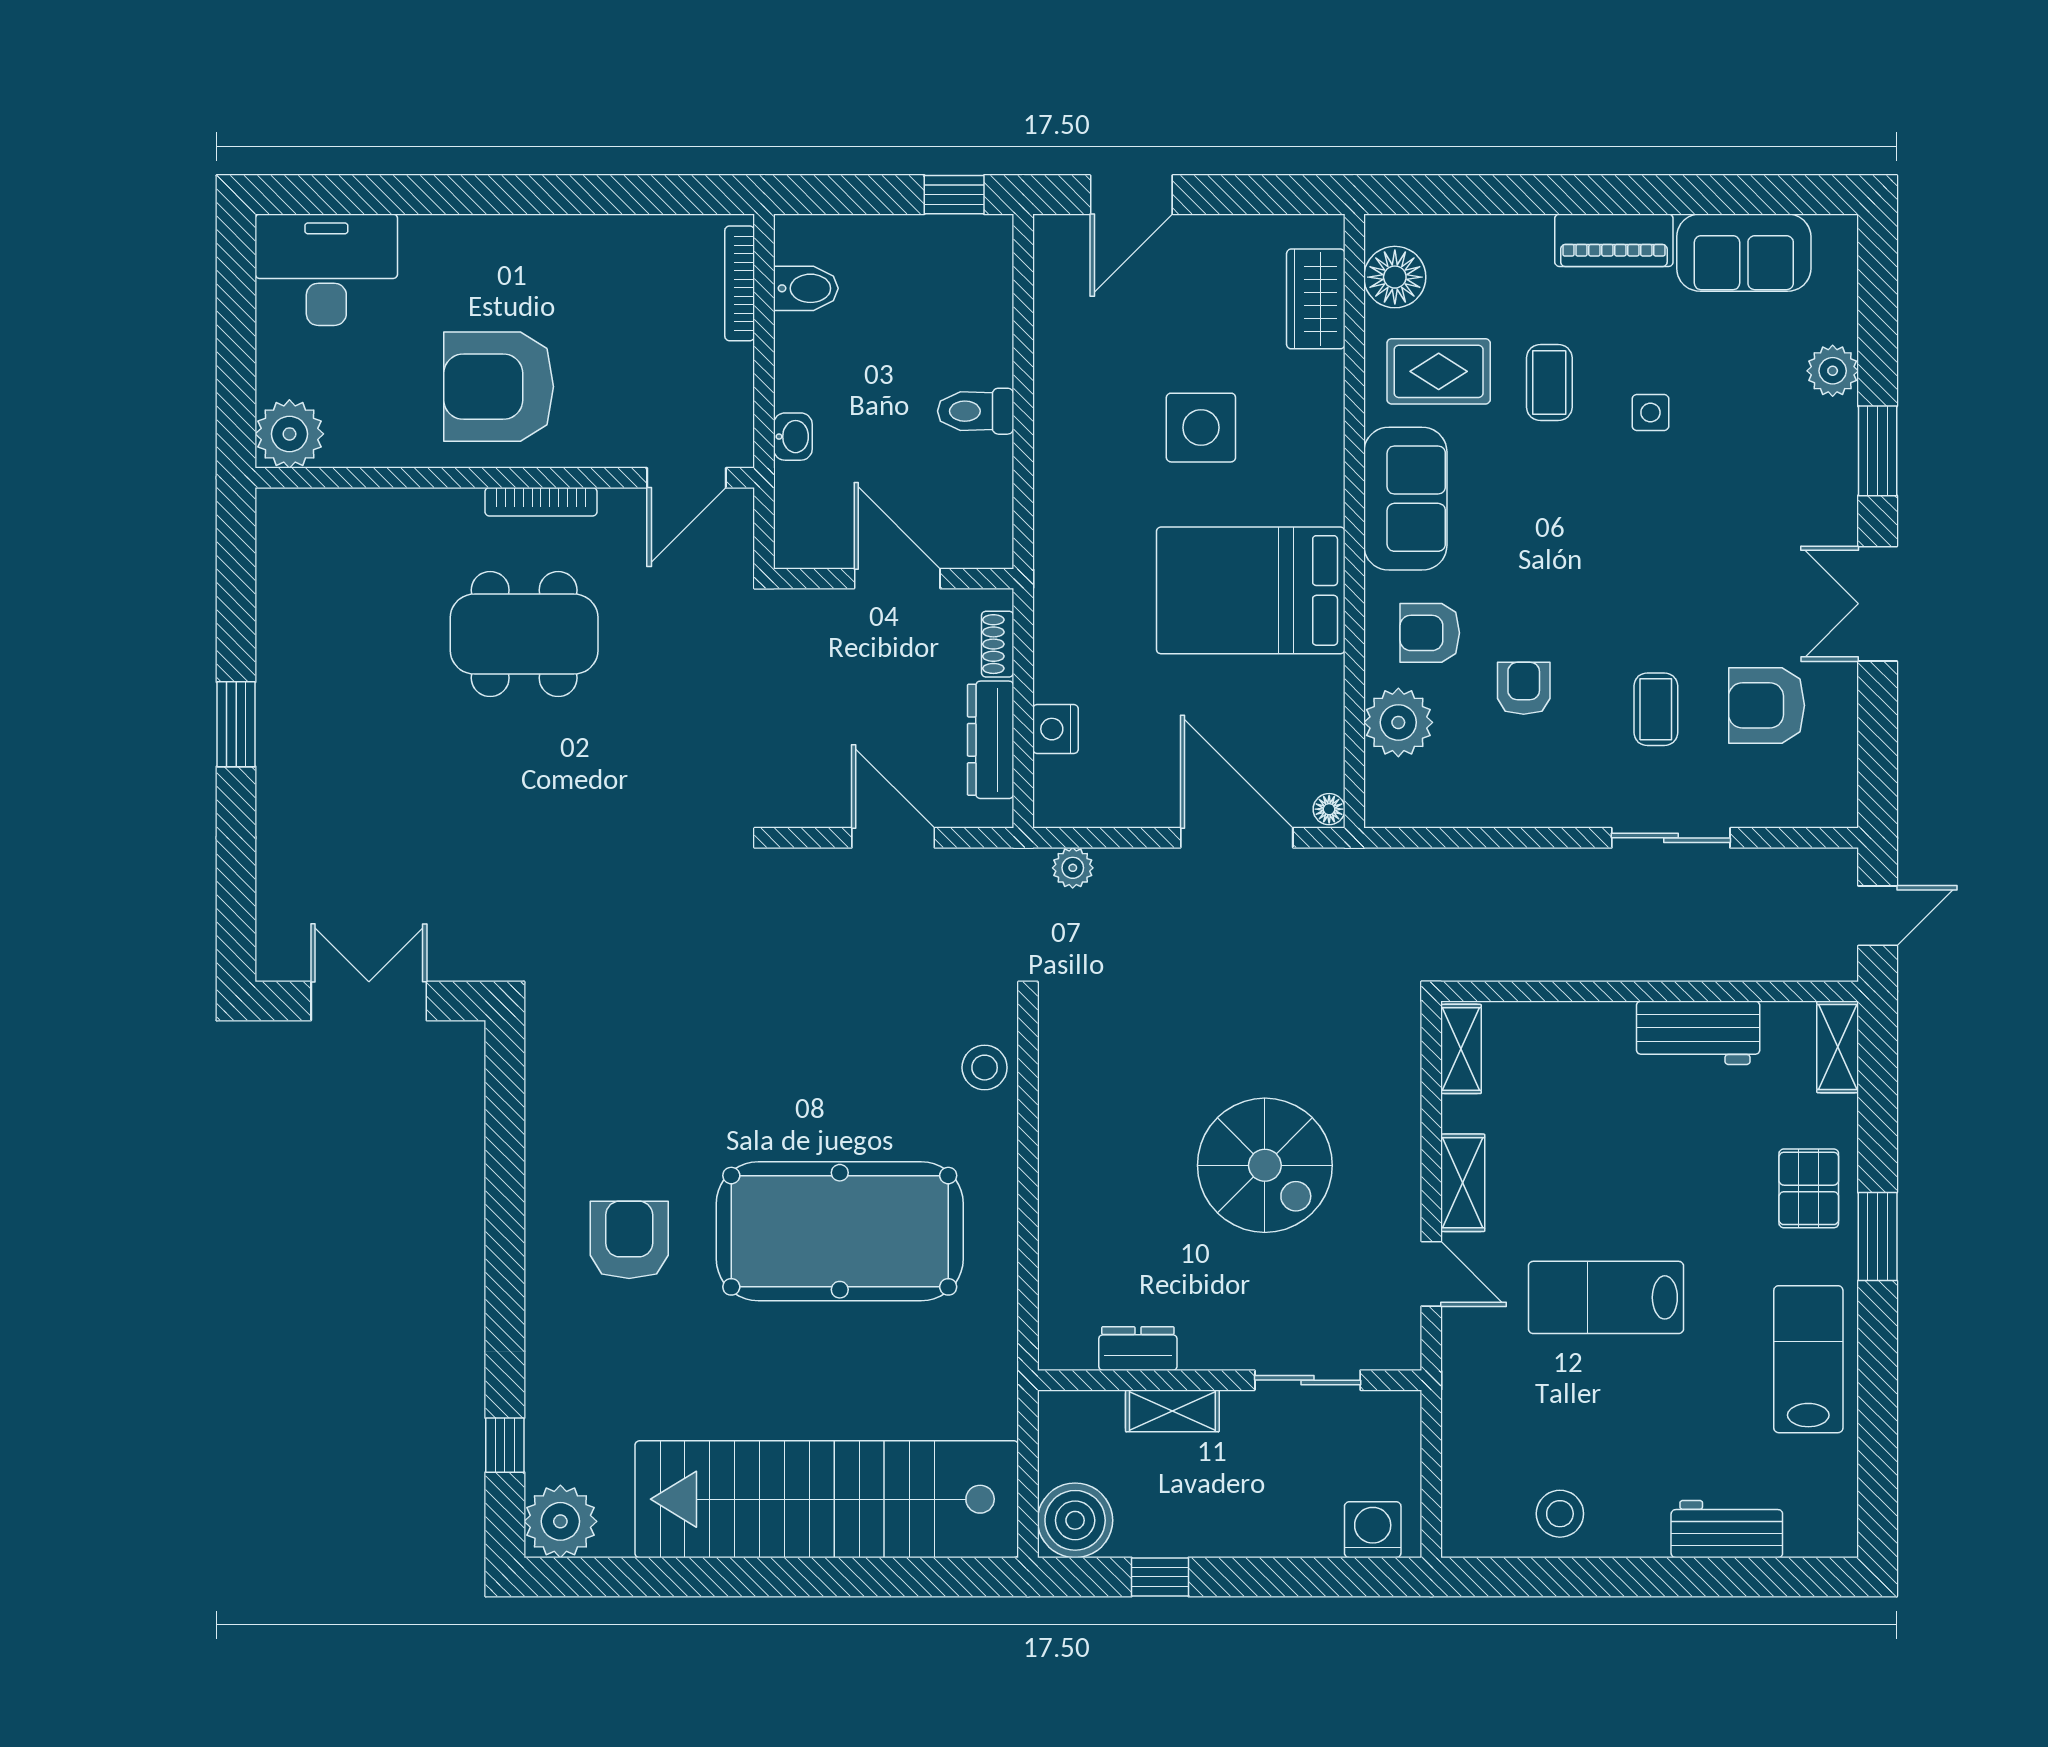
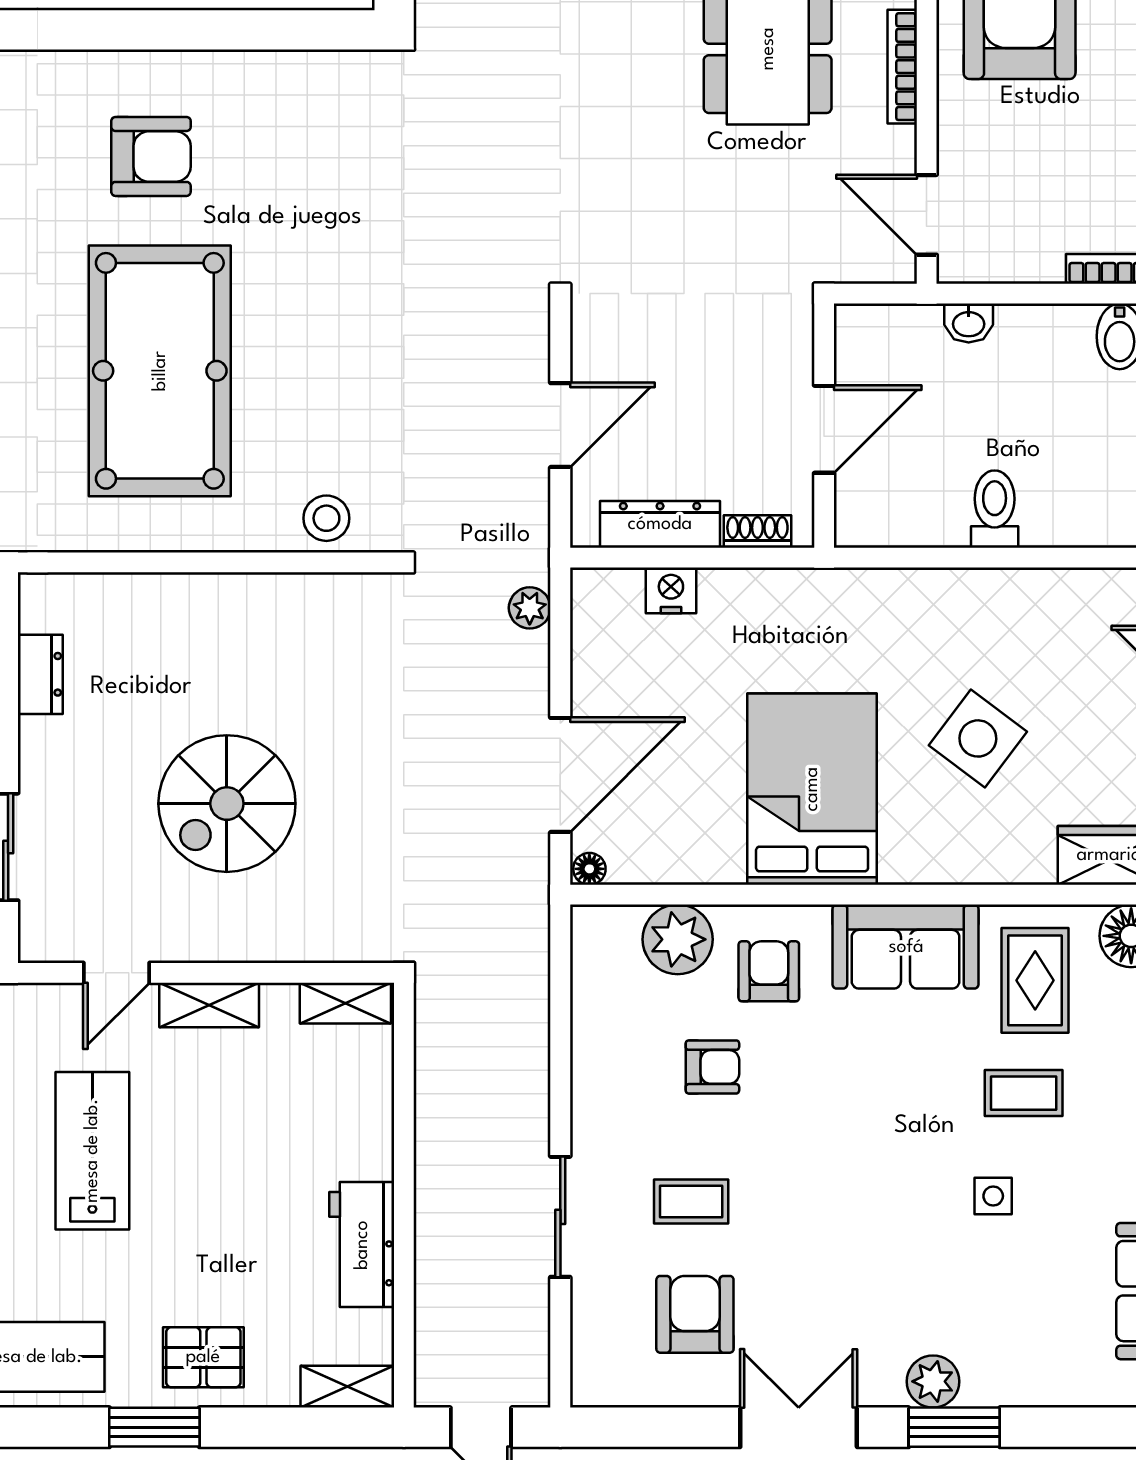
plant: (1833, 371) -> (933, 1381), moved
side table: (1201, 428) -> (978, 738), turned 37

